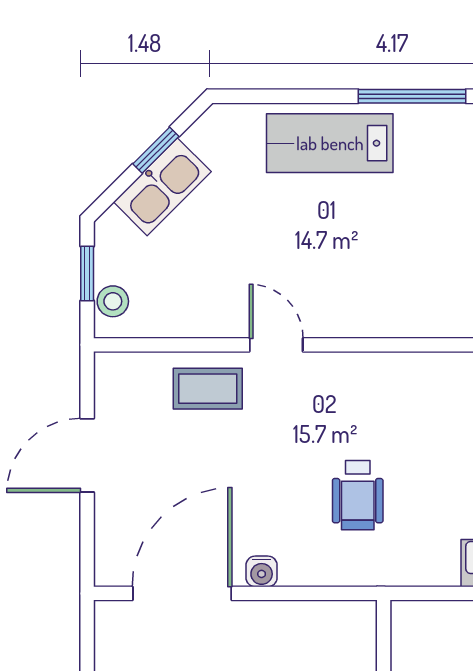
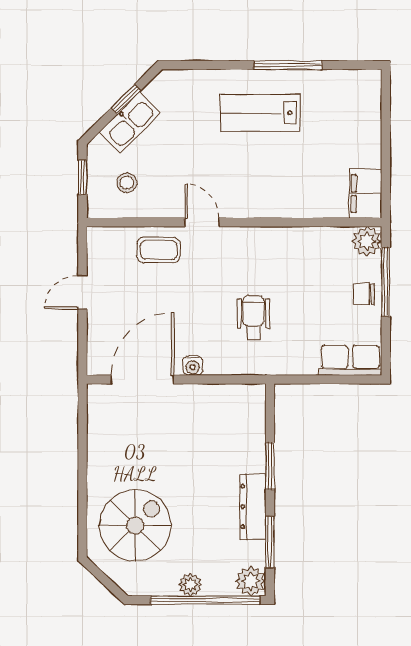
lab bench: (330, 143) -> (260, 113), moved
stool: (113, 301) -> (127, 183), moved
door: (87, 455) -> (82, 292), width x0.73
wheelchair: (358, 495) -> (253, 317), turned 180

